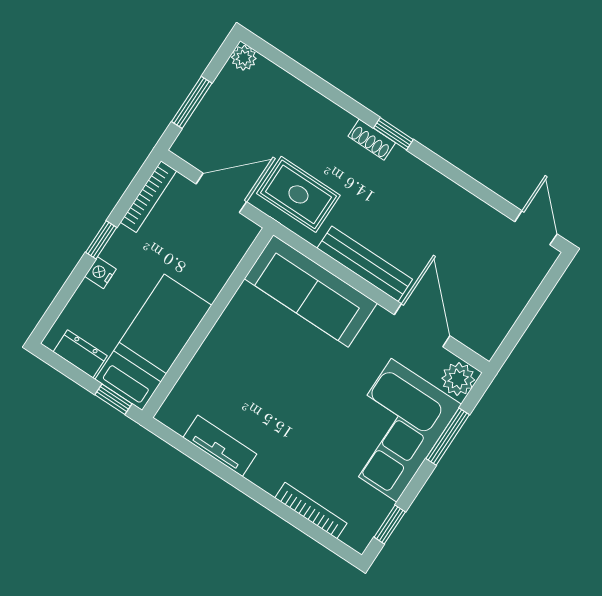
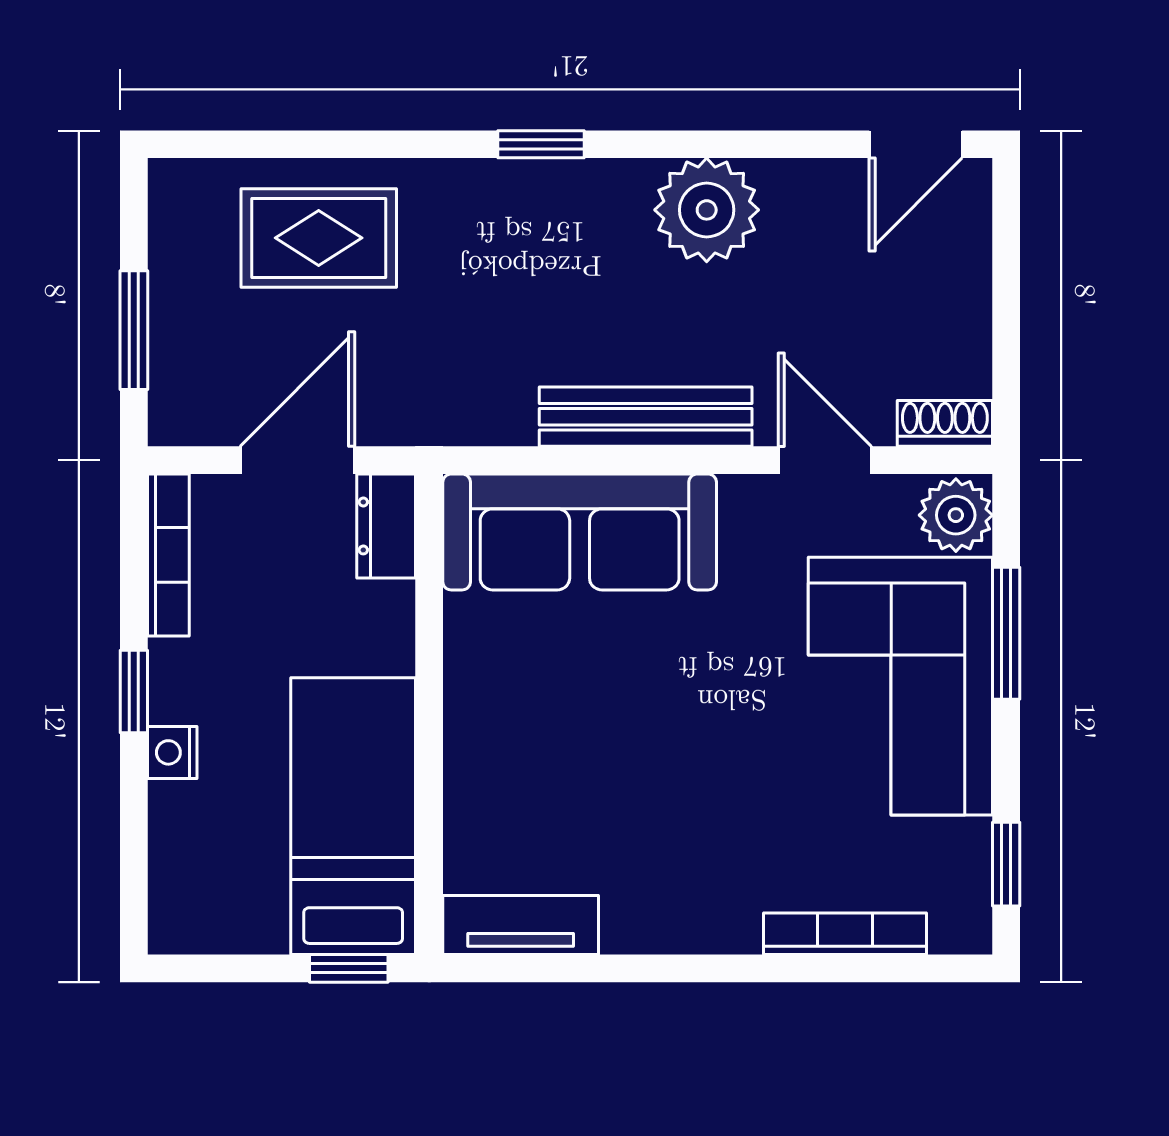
plant: (244, 58) -> (707, 210), moved, width x1.87, depth x1.87
shoe rack: (372, 140) -> (945, 423), moved, turned 180
rug: (298, 194) -> (319, 238), moved
door: (536, 228) -> (916, 144), swing flipped
door: (422, 325) -> (825, 460), width x0.73
dresser: (80, 354) -> (386, 526), moved, turned -90
tv unit: (220, 446) -> (521, 925), moved

